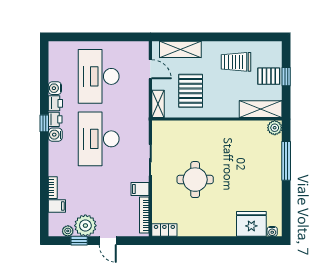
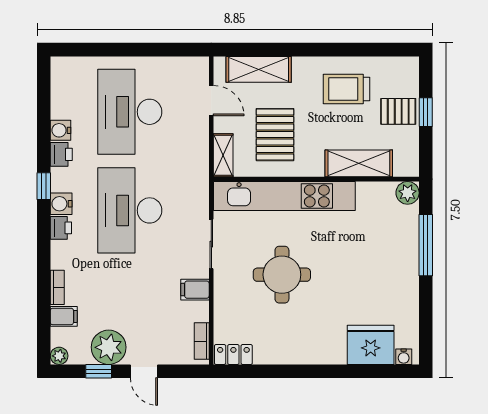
shelving: (261, 109) -> (359, 163), moved
printer: (55, 119) -> (61, 228), moved
kitchen unit: (197, 130) -> (284, 196), added
bookcase: (144, 215) -> (202, 341), width x0.64
plant: (68, 231) -> (59, 356), moved

